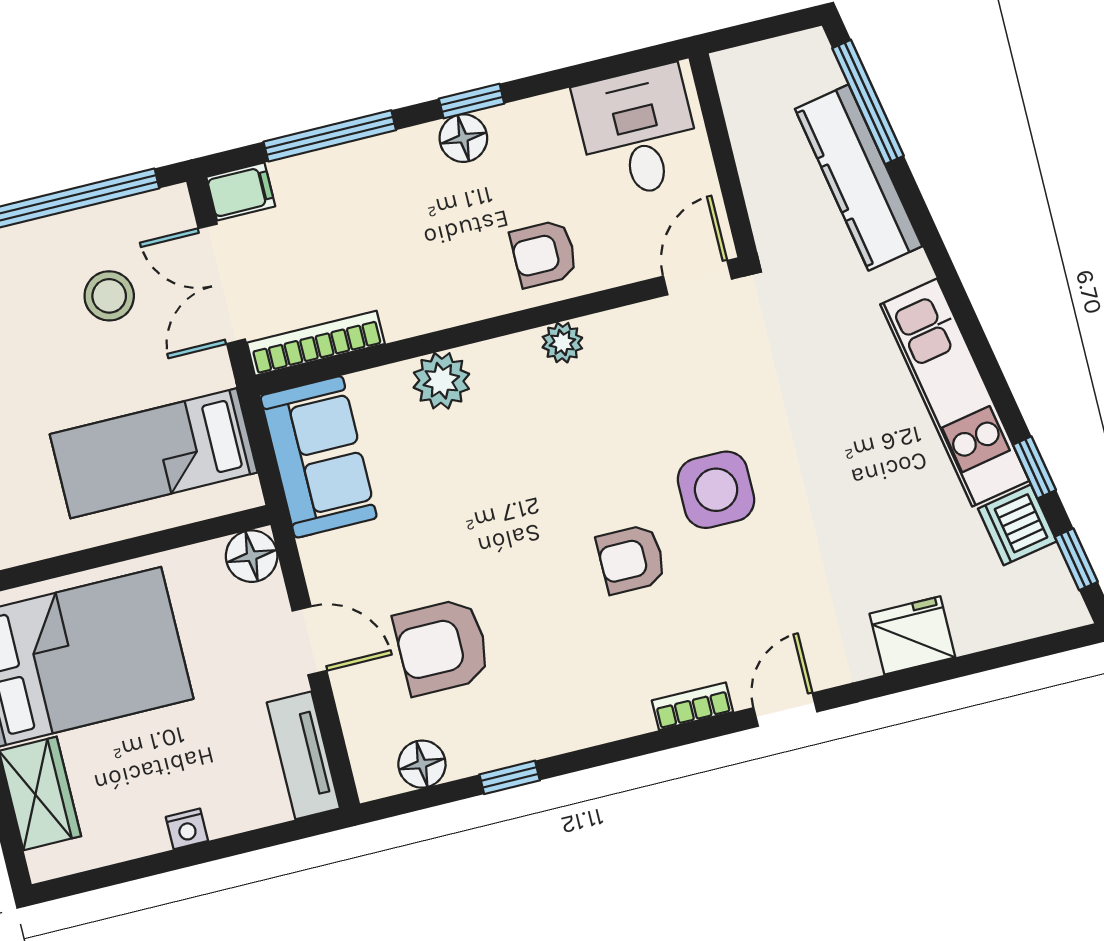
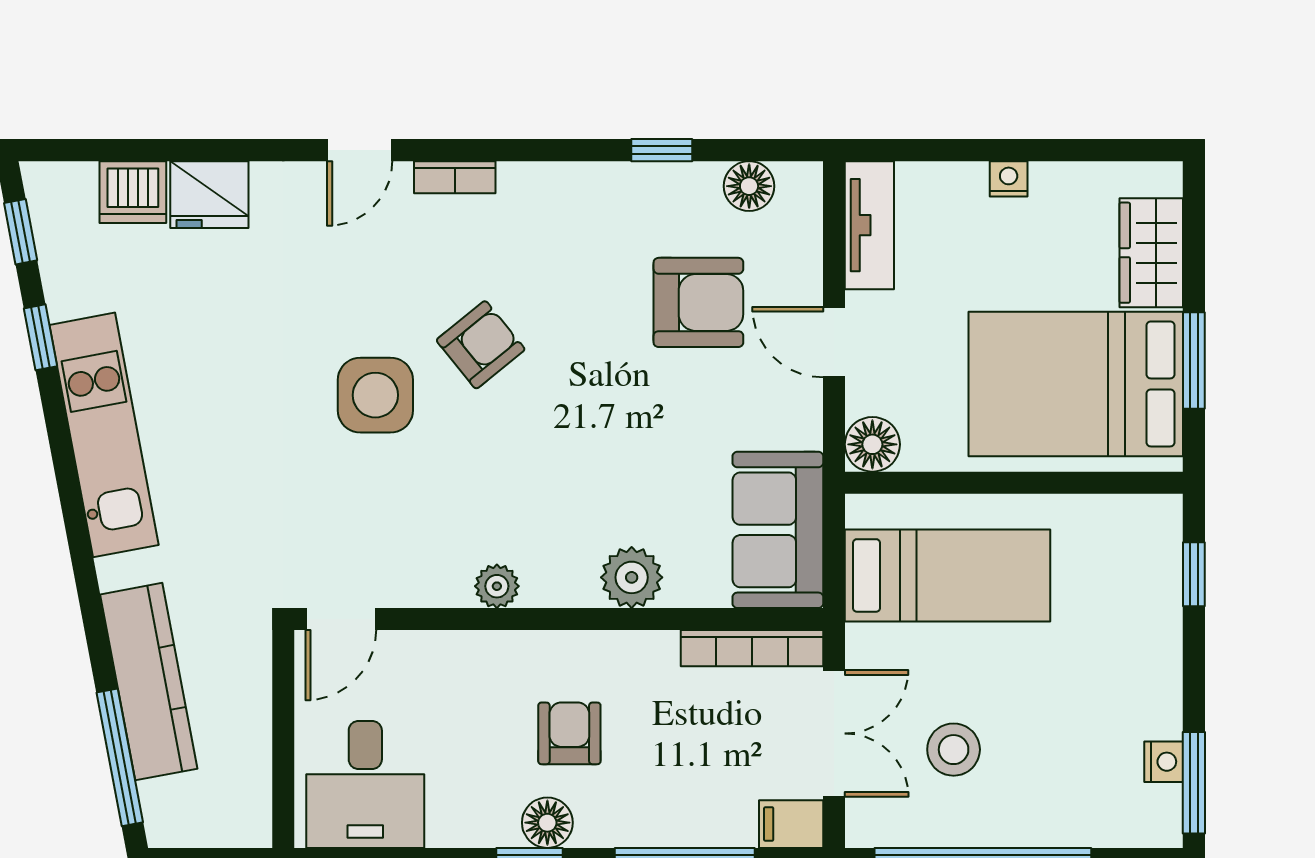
armchair: (544, 254) -> (569, 733), moved, turned -90
dishwasher: (1017, 525) -> (133, 192), moved, turned 101
armchair: (631, 559) -> (481, 345), turned -39

